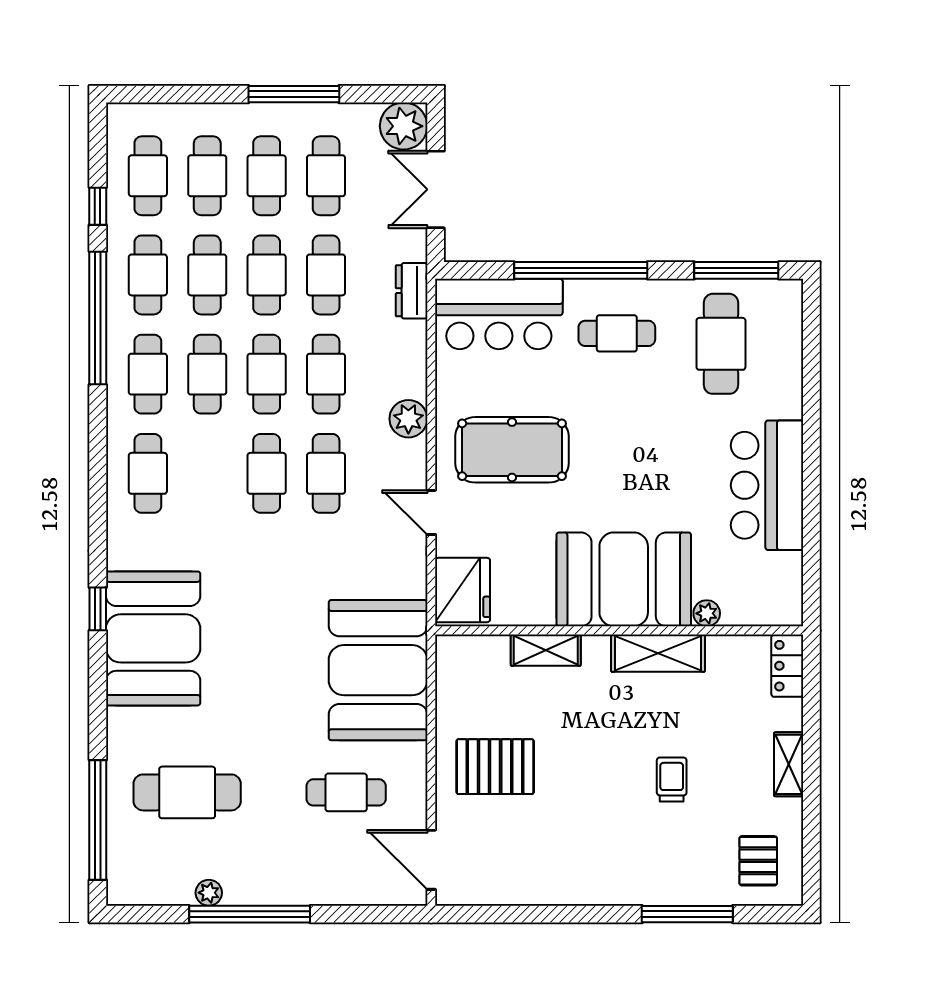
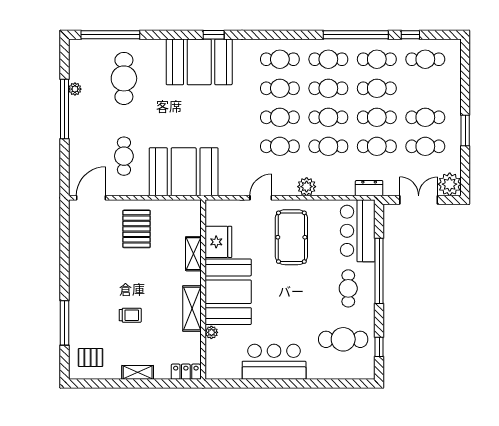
window: (294, 94) -> (465, 131), width x0.69
cafe table: (207, 176) -> (280, 88), moved
window: (736, 270) -> (379, 347), width x0.46
fridge: (463, 590) -> (218, 242), moved, turned -90

